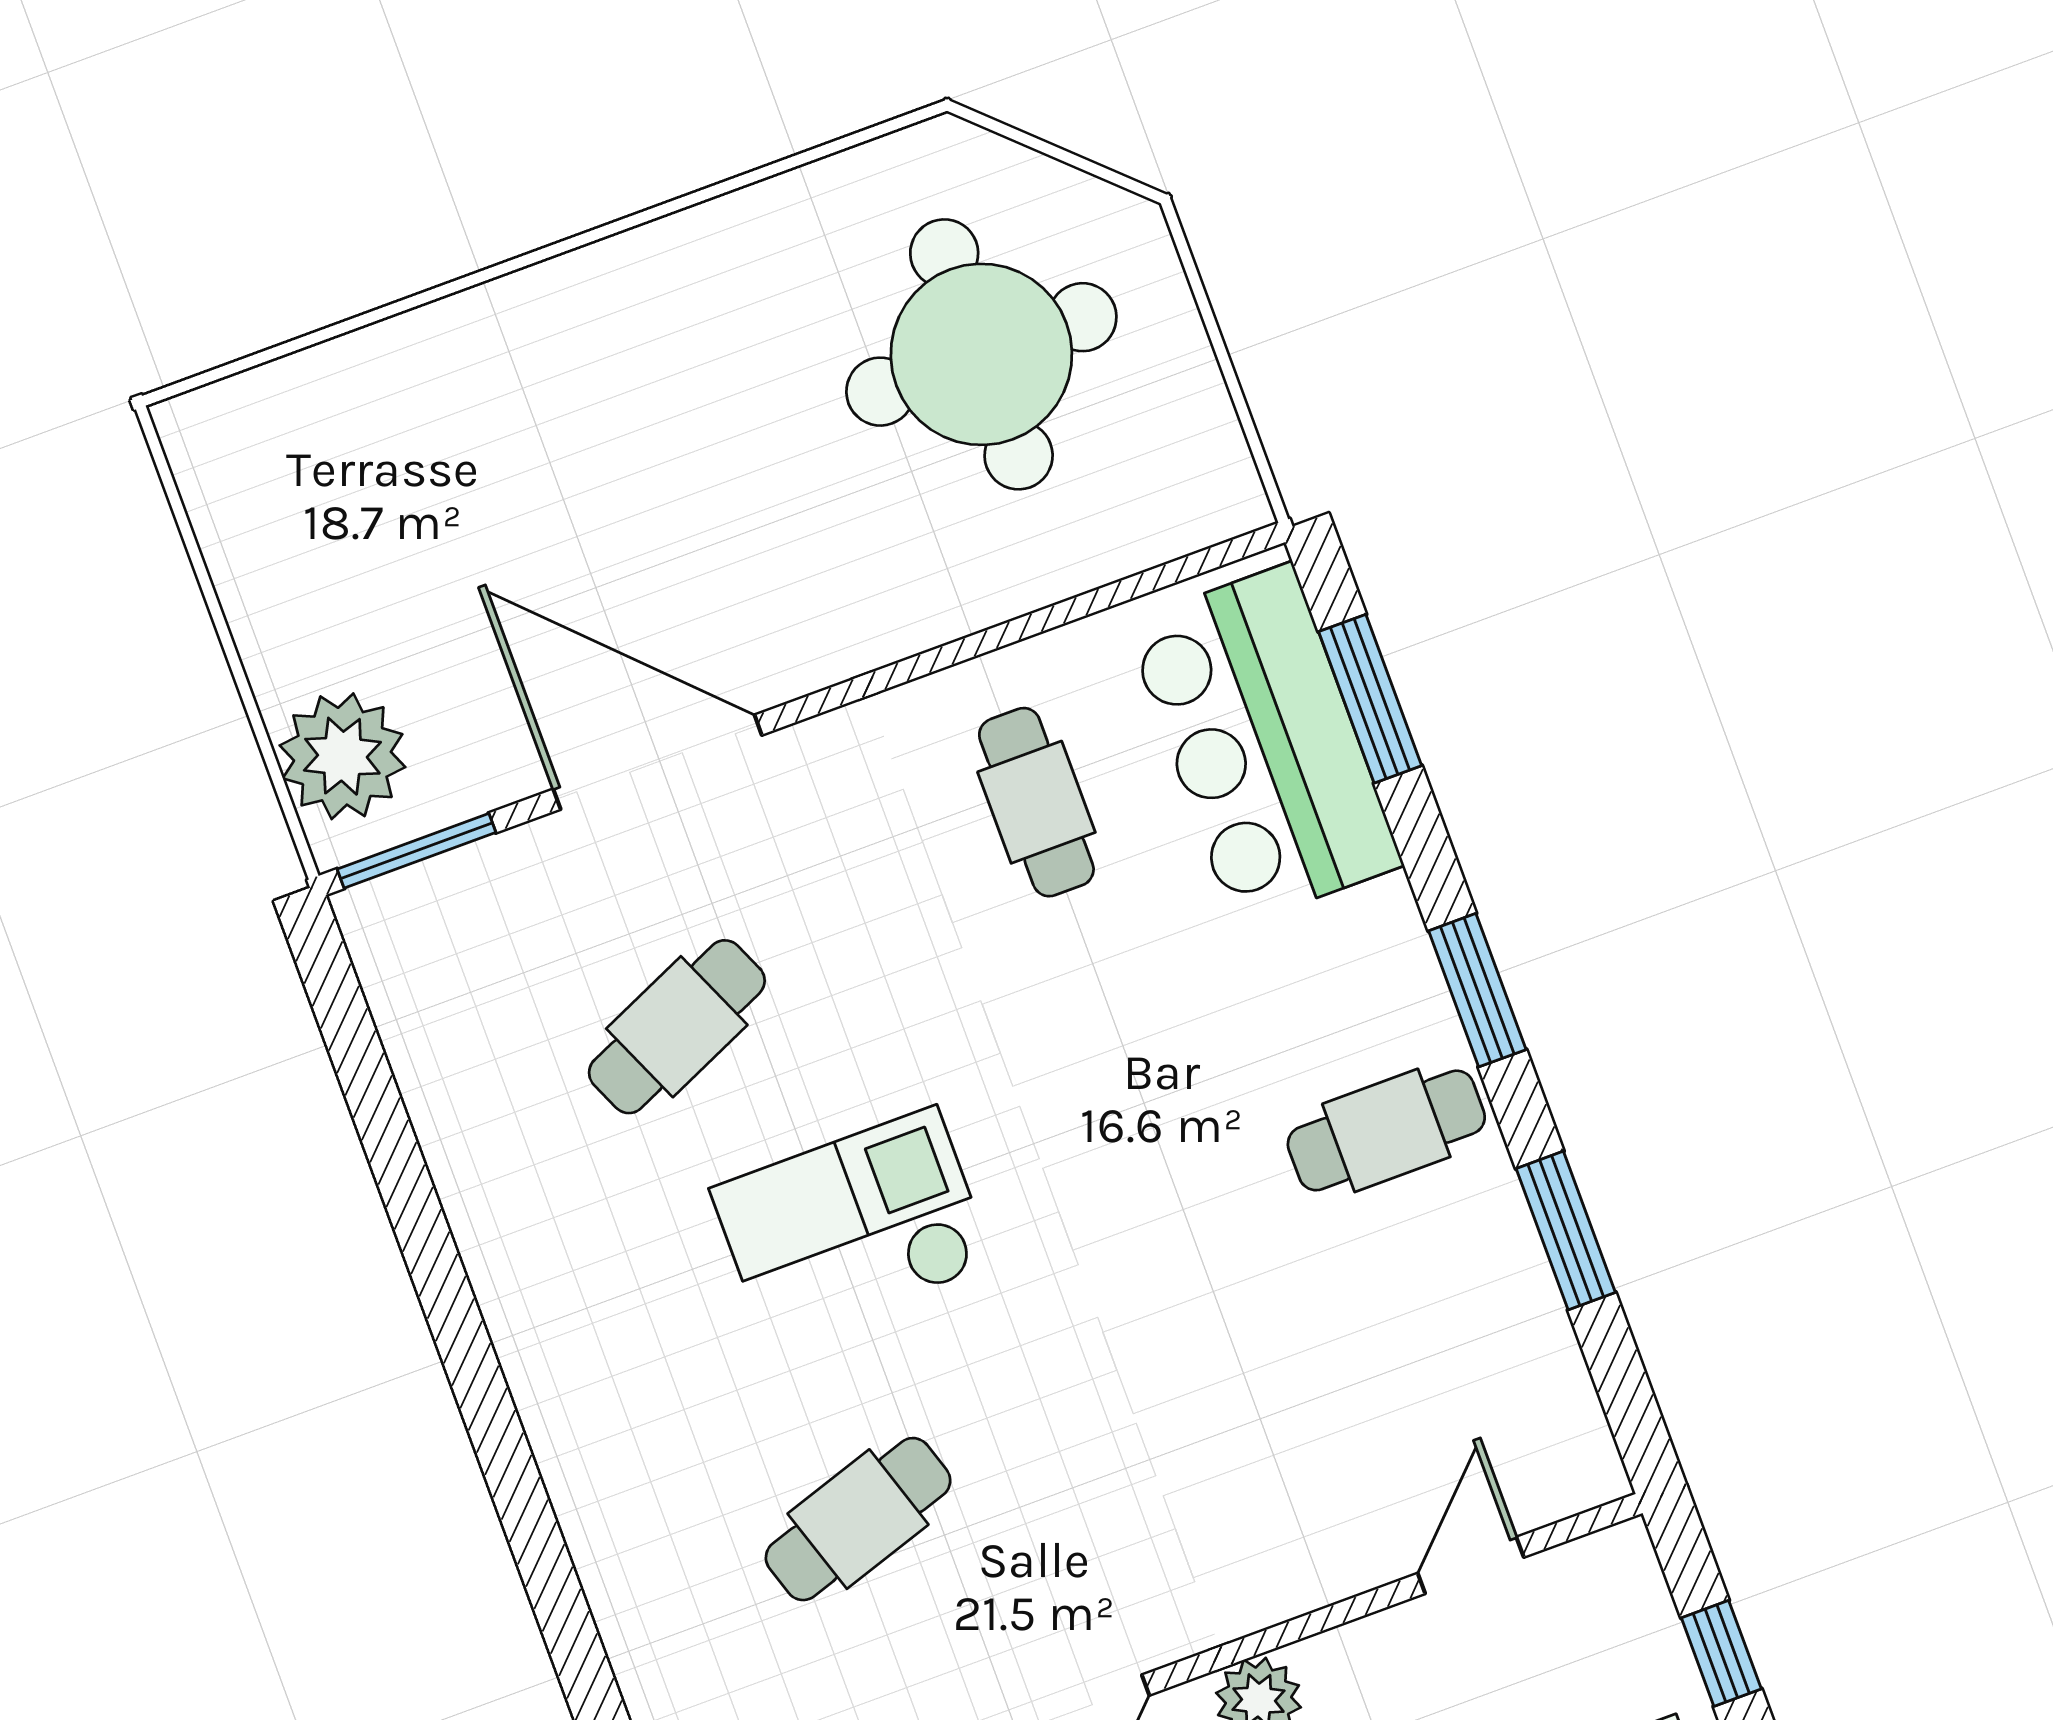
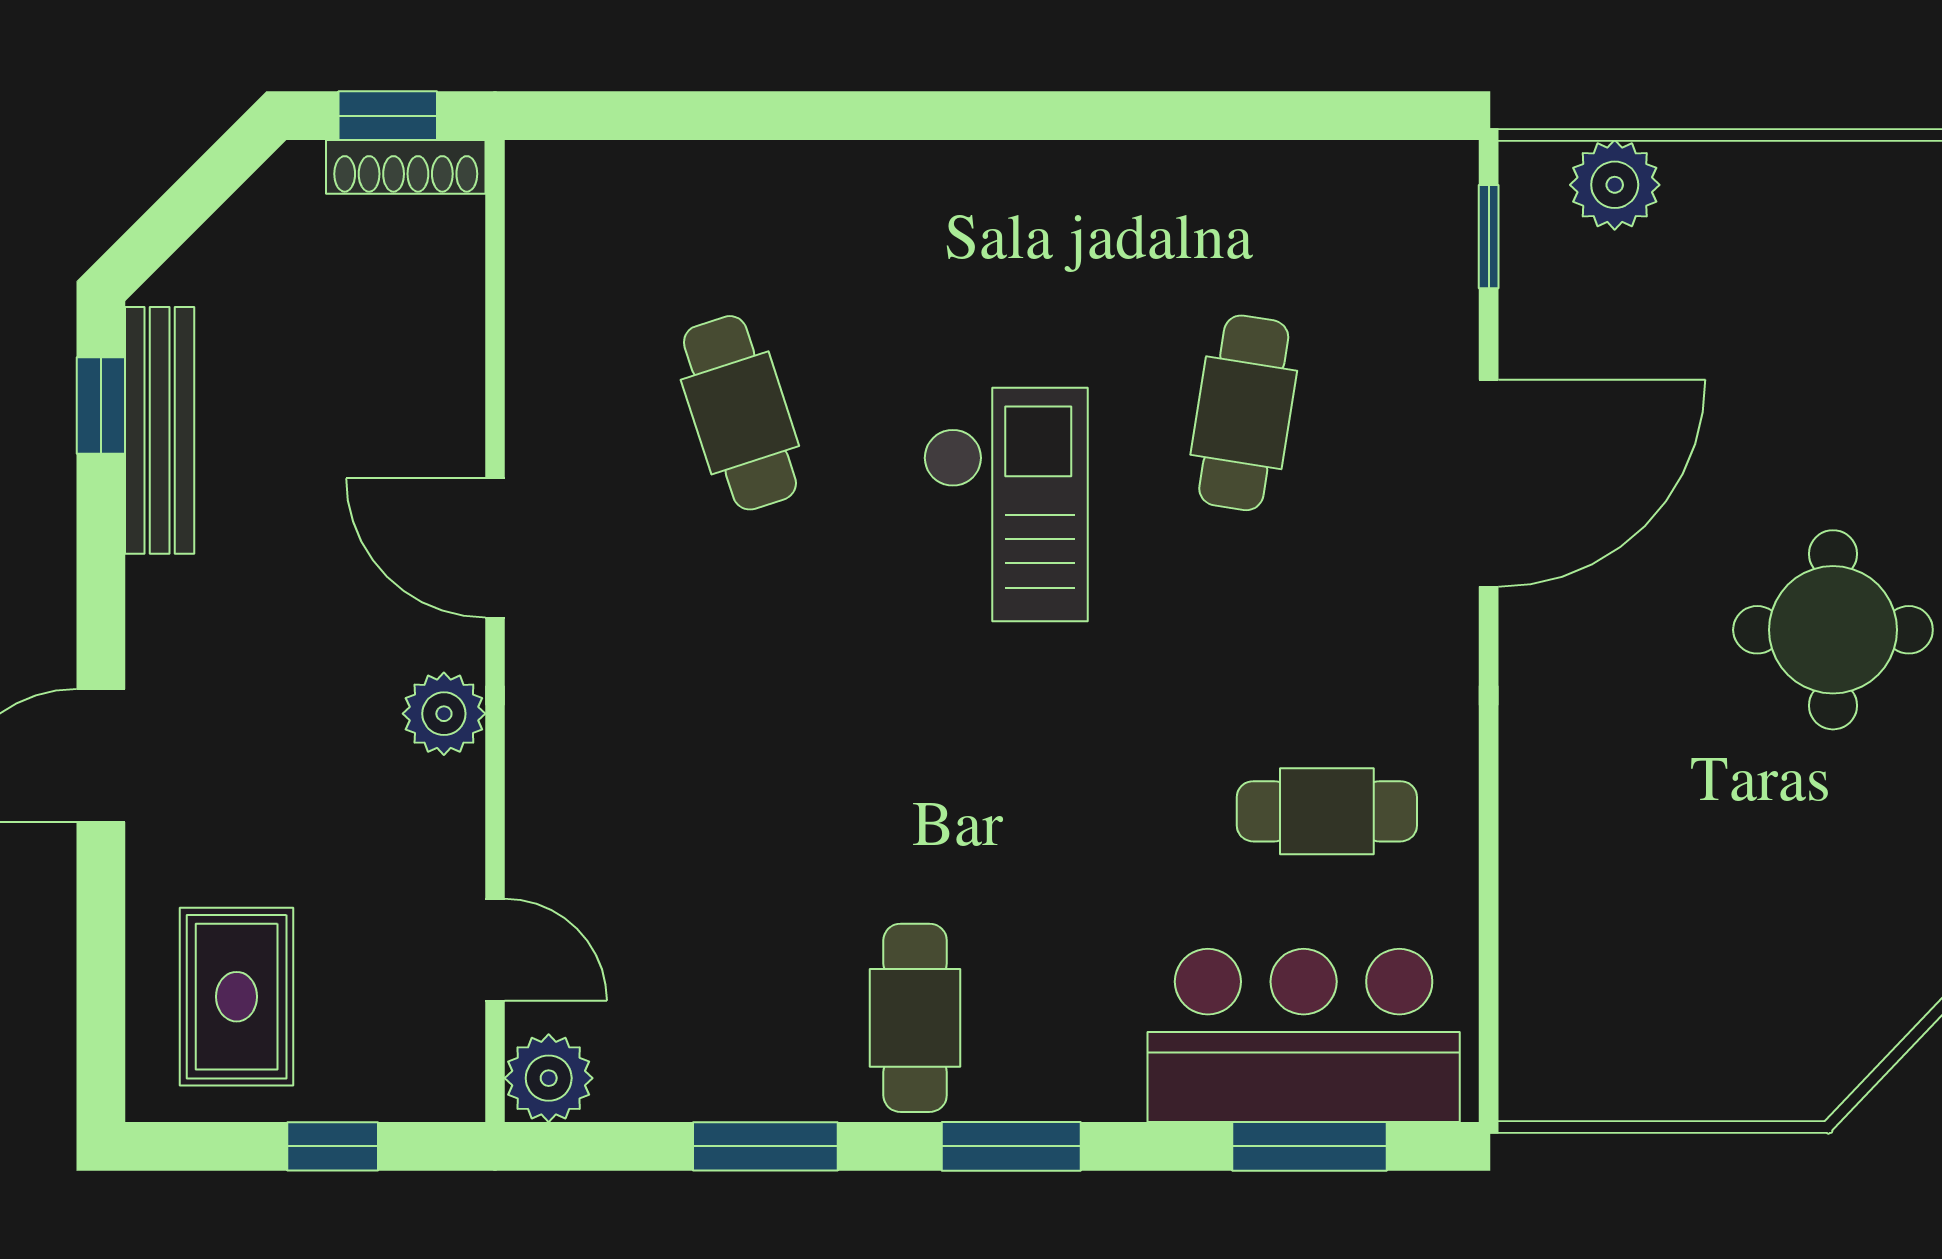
round table: (981, 354) -> (1833, 630), moved, width x0.73, depth x0.73
plant: (342, 756) -> (1615, 185), width x0.73, depth x0.73
window: (417, 851) -> (1489, 237), width x0.67
cafe table: (677, 1027) -> (1244, 413), turned 33
plant: (1577, 1467) -> (549, 1078), added

